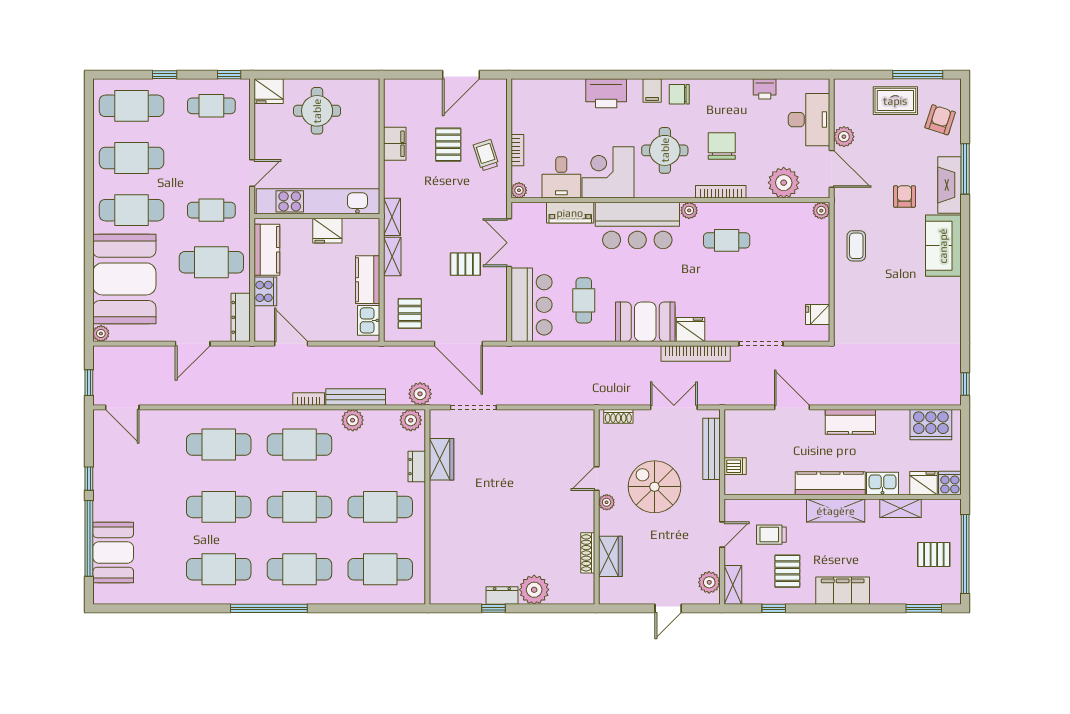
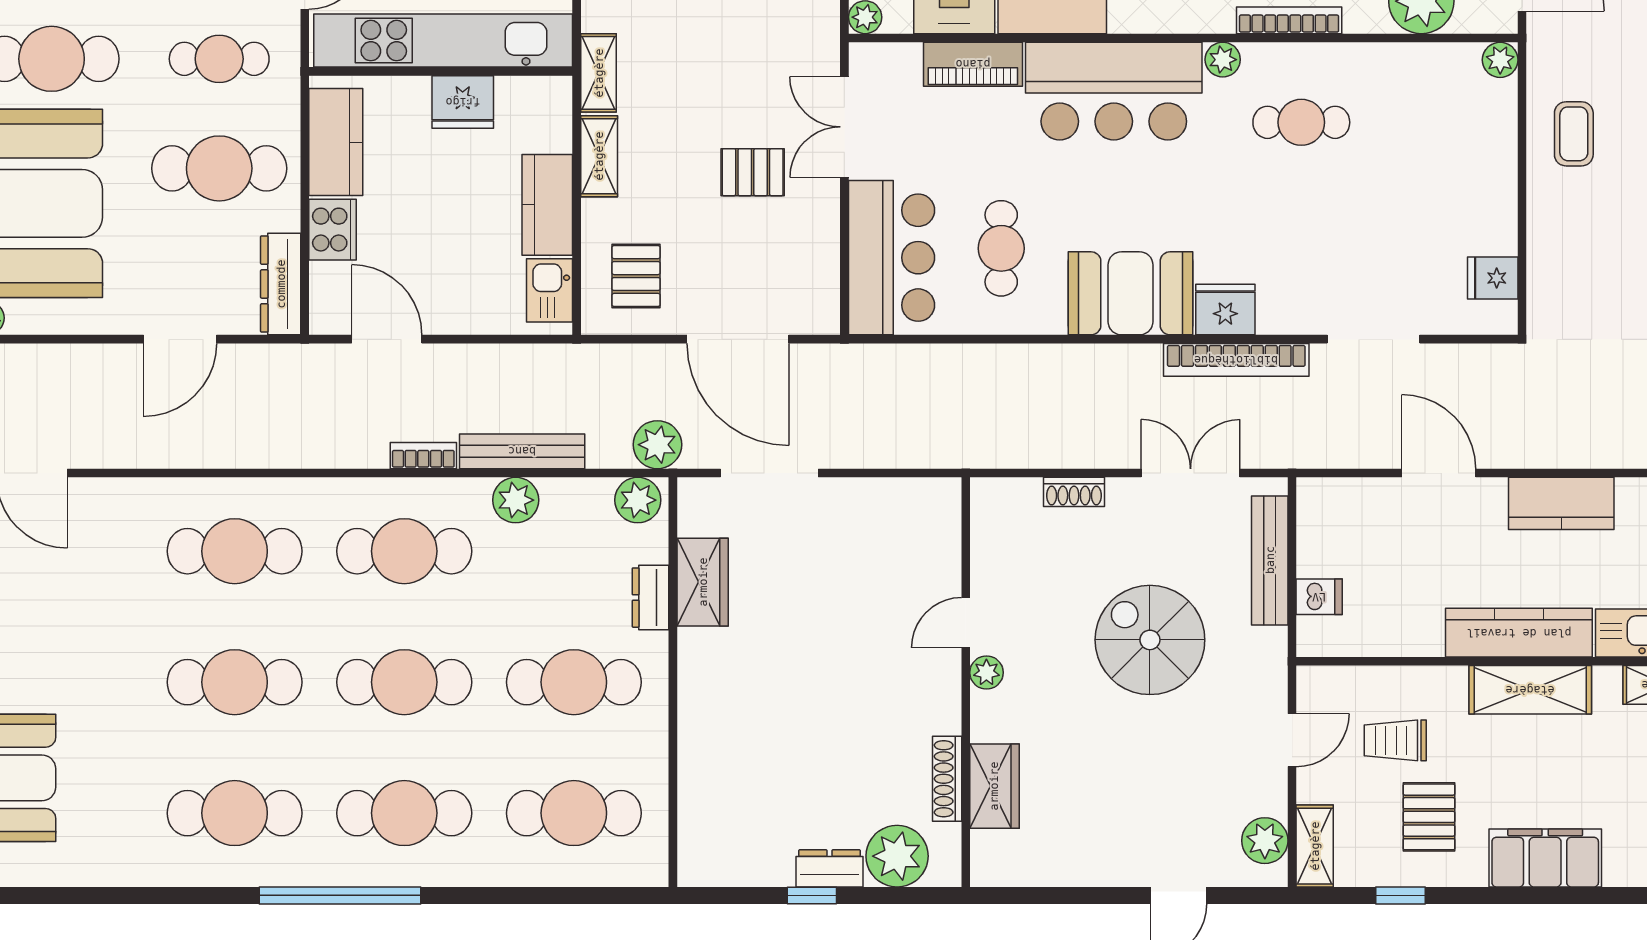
door: (597, 479) -> (966, 623), moved
plant: (607, 502) -> (986, 673), moved
wall: (597, 507) -> (966, 682), moved
shoe rack: (588, 553) -> (947, 779), moved
wardrobe: (610, 556) -> (994, 786), moved

